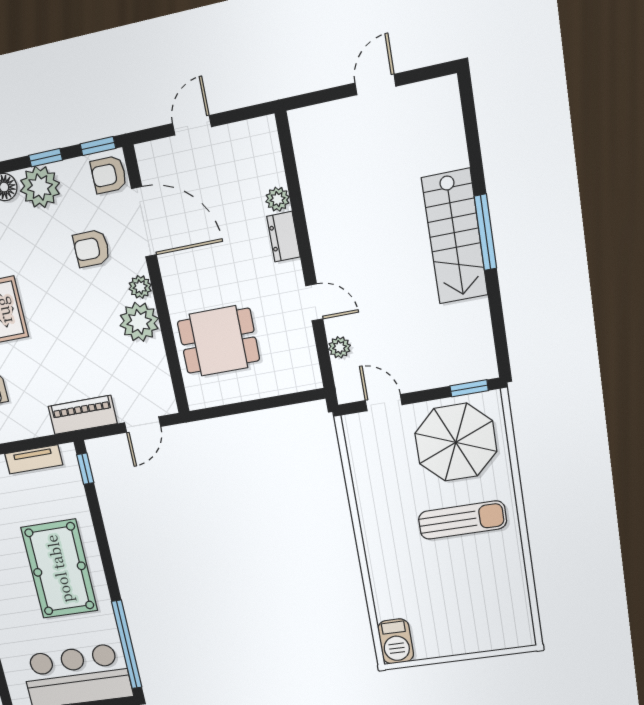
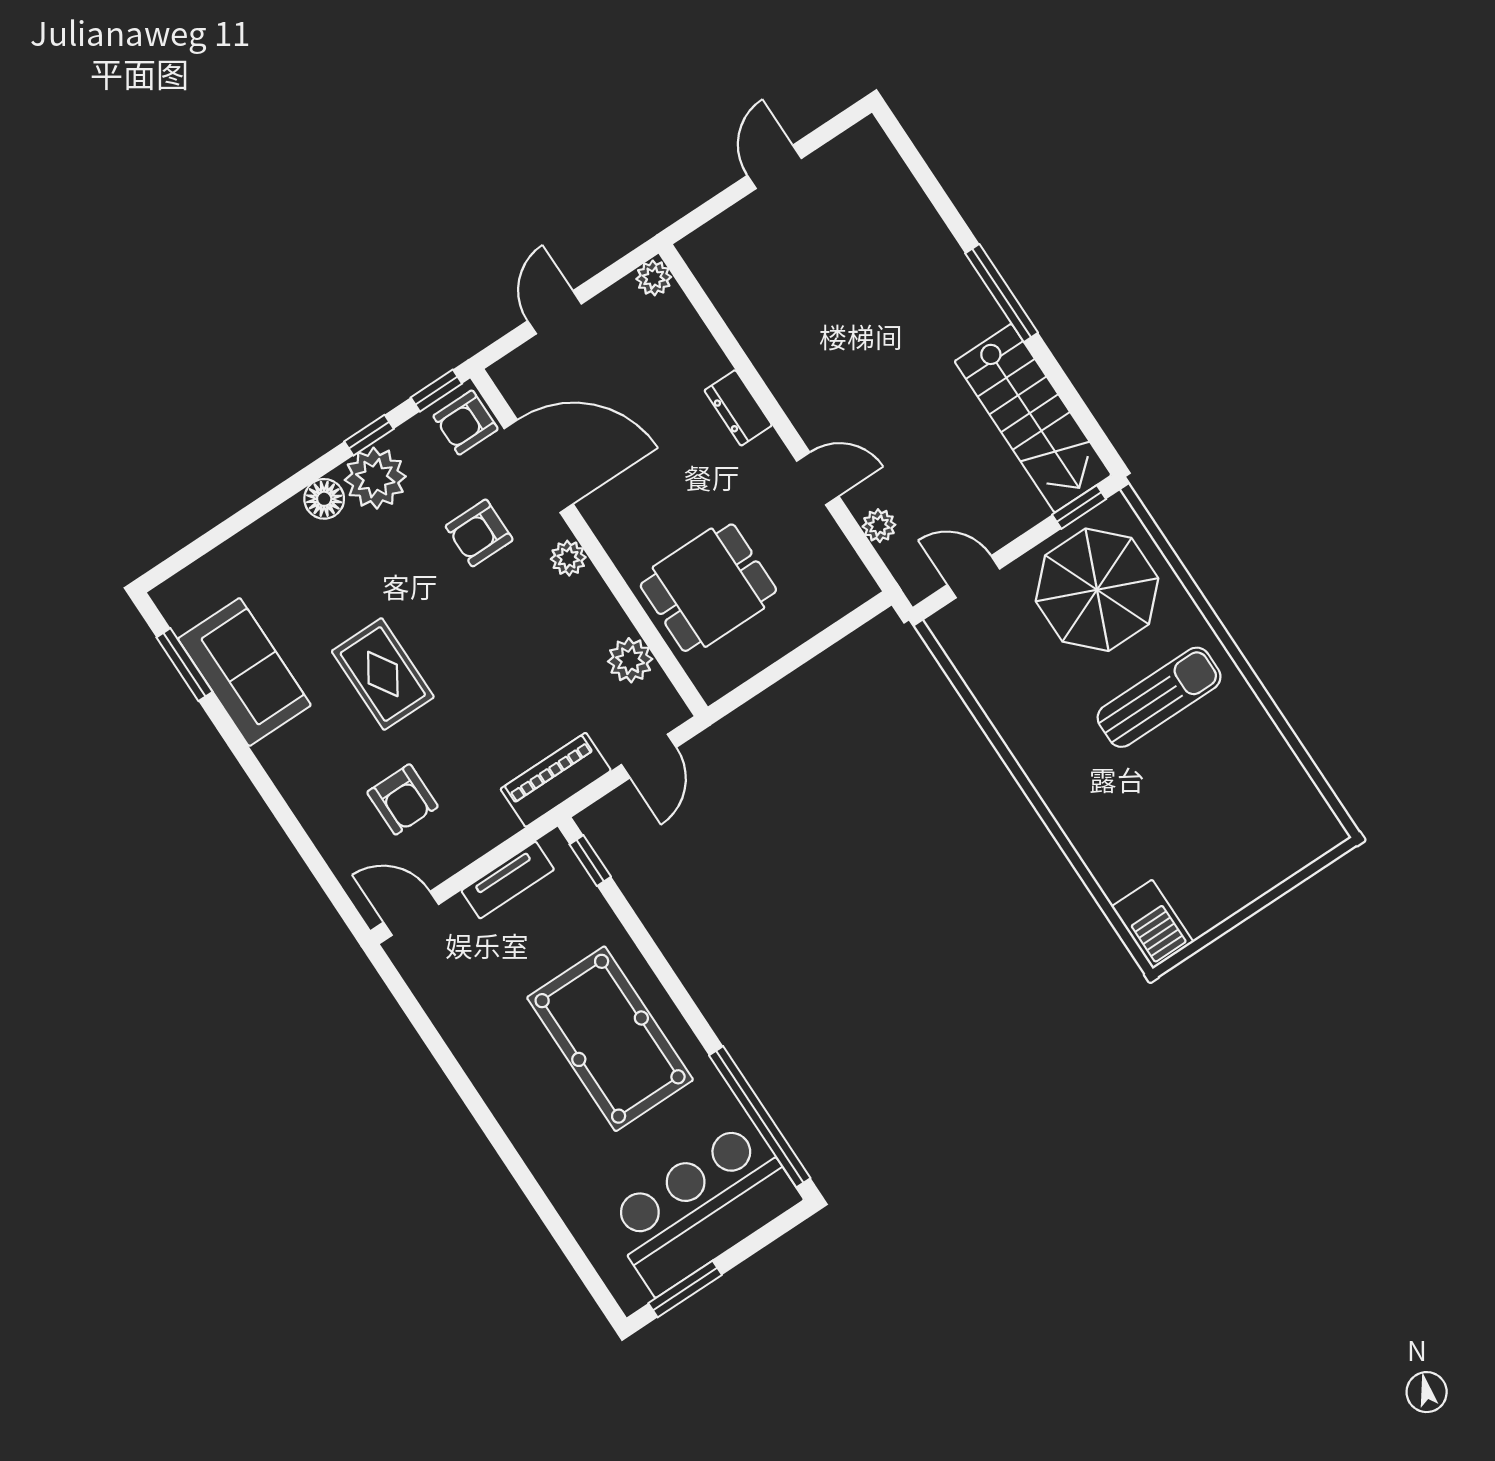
plant: (278, 199) -> (654, 278), moved
stairs: (455, 237) -> (1033, 418), moved
plant: (139, 322) -> (630, 660), moved, width x0.73, depth x0.73

